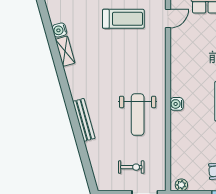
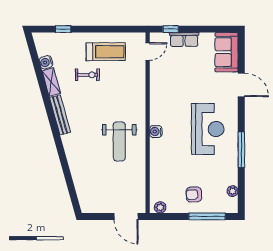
bench: (84, 120) -> (60, 115), moved
exercise bike: (131, 167) -> (87, 75), moved

